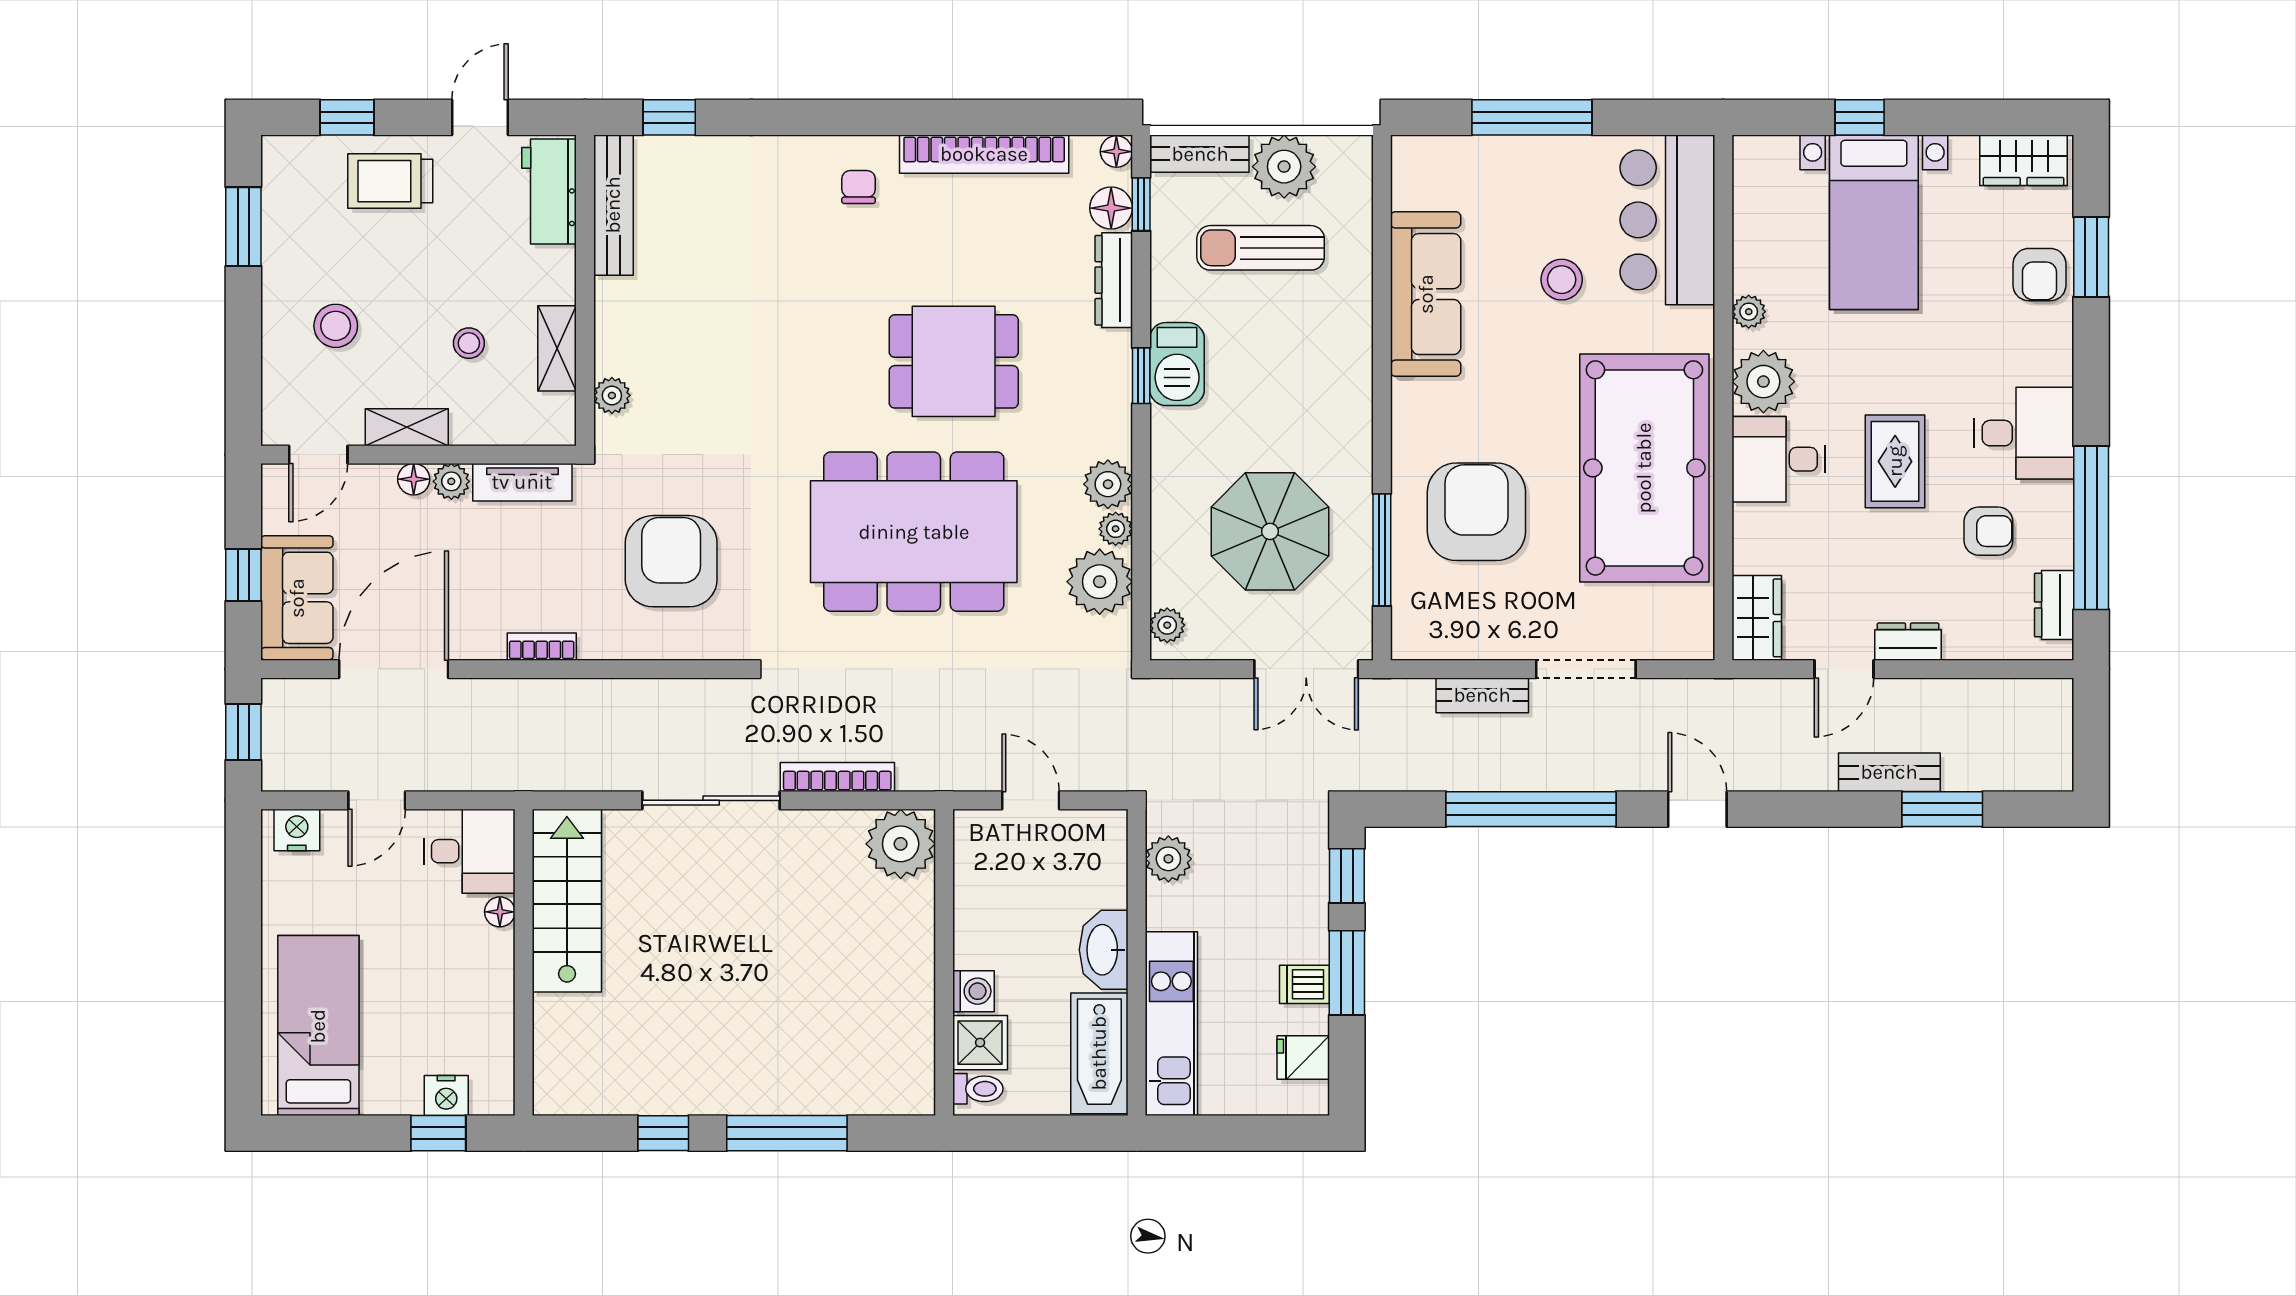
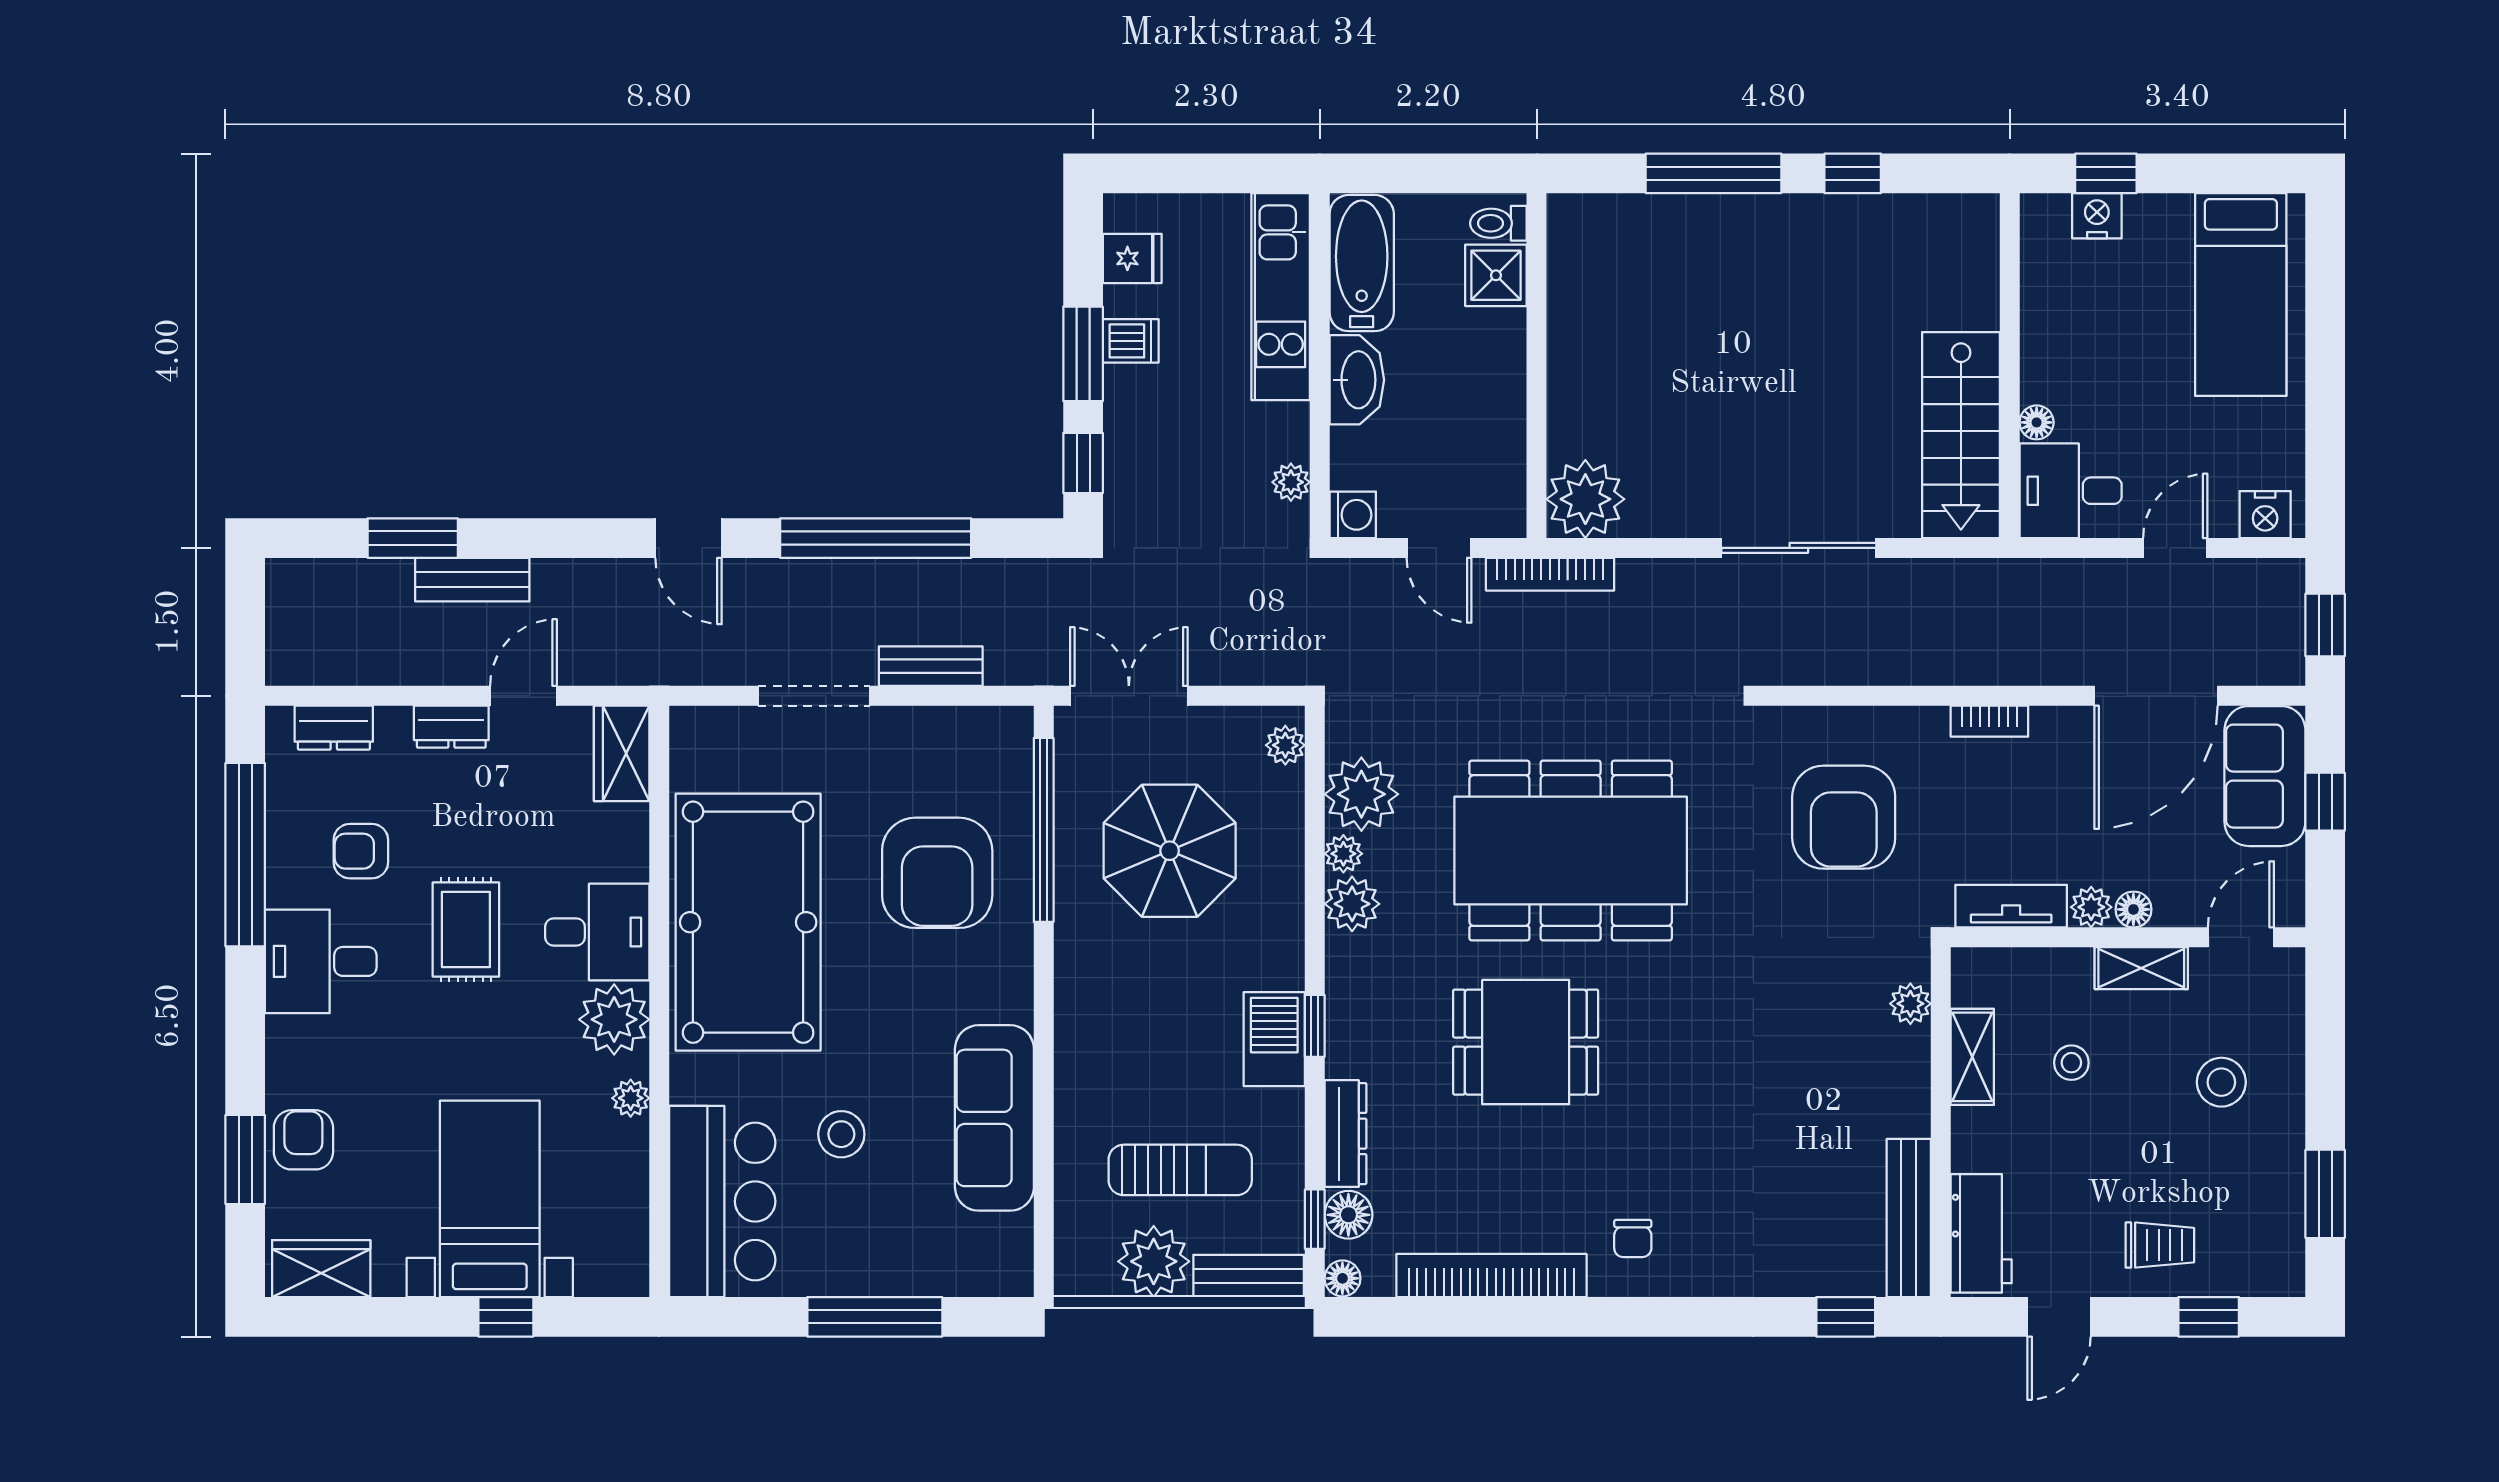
trolley: (390, 181) -> (2160, 1245), width x0.73, depth x0.72
window: (1382, 550) -> (1044, 830), width x1.46
dresser: (2054, 605) -> (334, 728), moved, turned 90
bookcase: (837, 777) -> (1550, 574), moved
plant: (1168, 859) -> (1291, 482), width x0.73, depth x0.73
washing machine: (973, 991) -> (1353, 515), moved, turned 180

